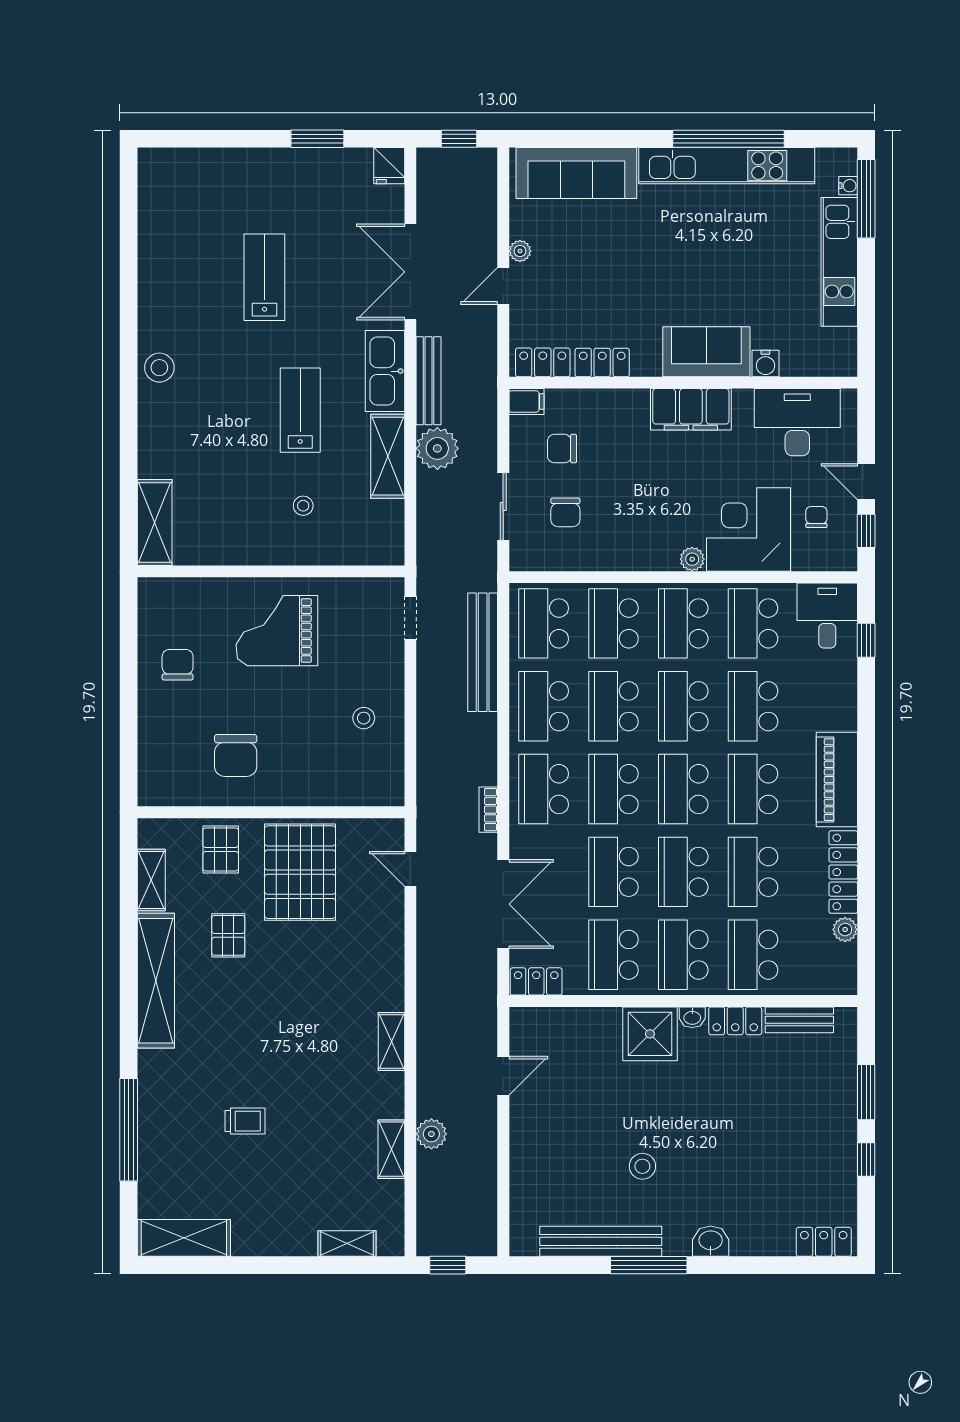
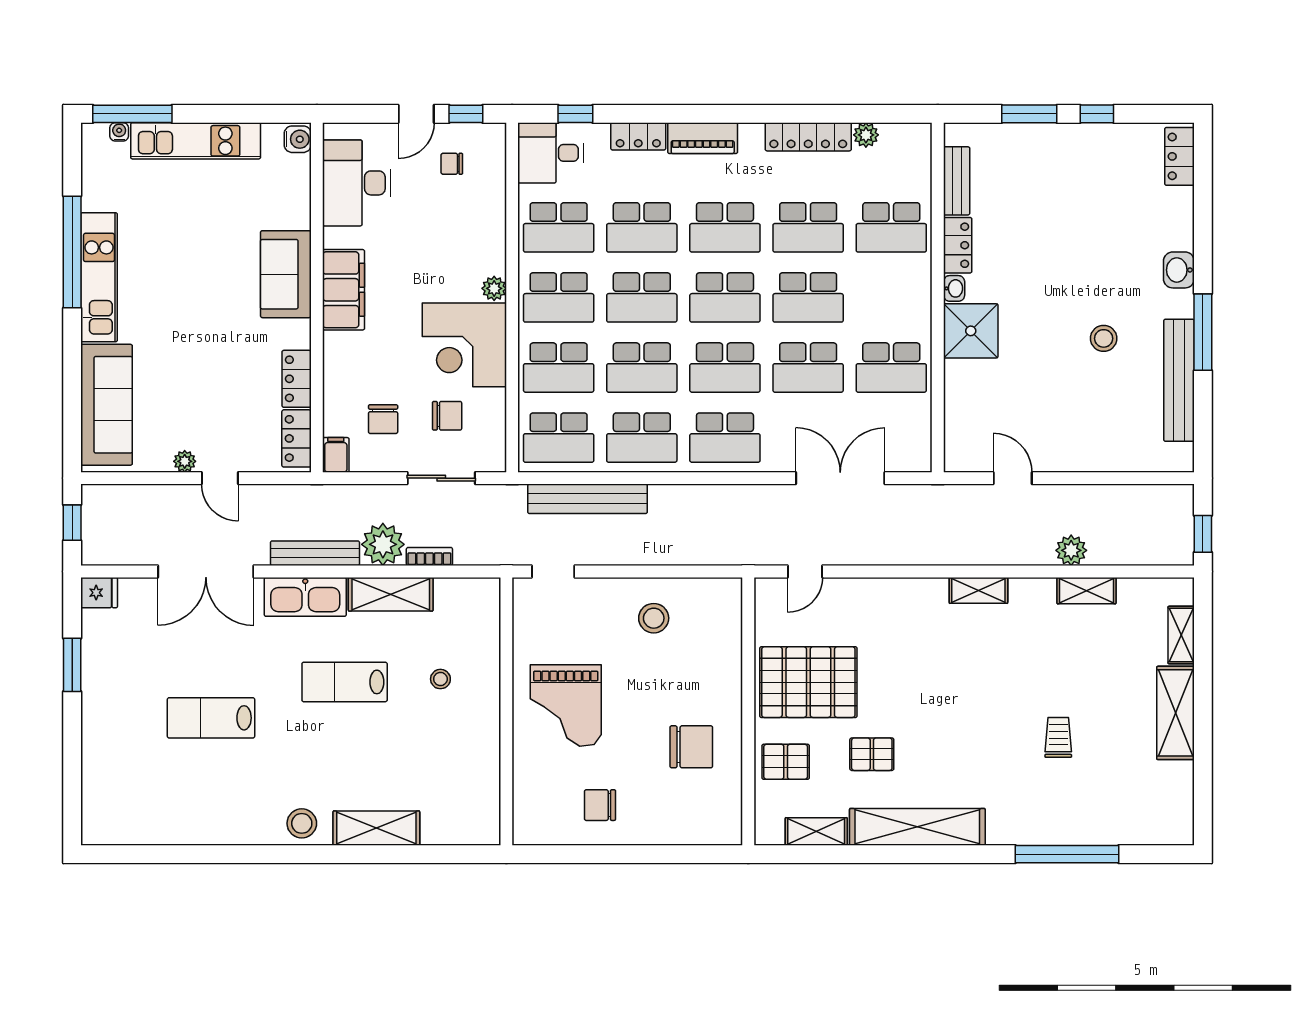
kitchen unit: (727, 166) -> (99, 277), width x0.73
water cooler: (765, 363) -> (298, 139), moved
shelving: (155, 522) -> (376, 828), moved
corner desk: (748, 530) -> (464, 345), moved
stool: (364, 718) -> (654, 618), width x1.37, depth x1.37
piano: (837, 780) -> (703, 138), width x0.73, depth x0.75
bookcase: (488, 810) -> (429, 556), moved, turned 180
school desk: (683, 955) -> (891, 297), removed
locker: (536, 981) -> (638, 136), moved, turned -90
shelving: (184, 1238) -> (1176, 713), moved

